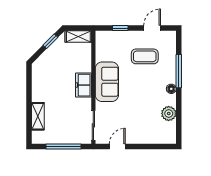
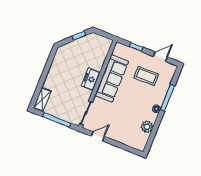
shelving: (78, 37) -> (102, 41), removed
sofa: (107, 82) -> (112, 78), width x1.36
shelving: (38, 116) -> (42, 100), moved

